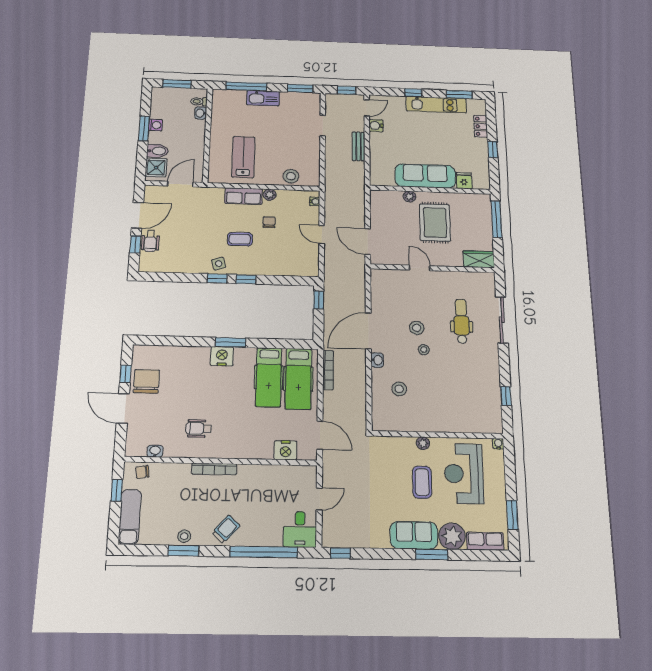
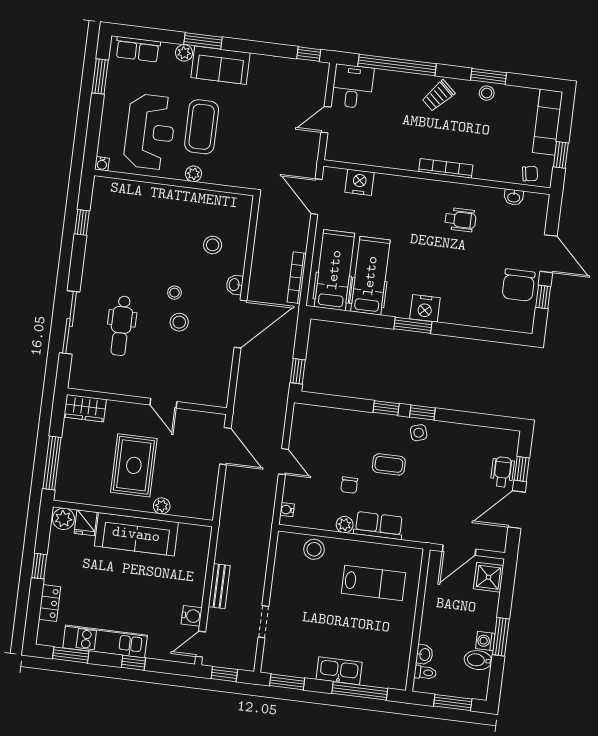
bidet: (157, 151) -> (478, 660), moved
lab bench: (243, 157) -> (374, 583), turned -90
plant: (481, 182) -> (63, 519), added
coffee table: (422, 482) -> (202, 127), width x1.36, depth x1.32
plant: (452, 536) -> (184, 53), width x0.53, depth x0.53

